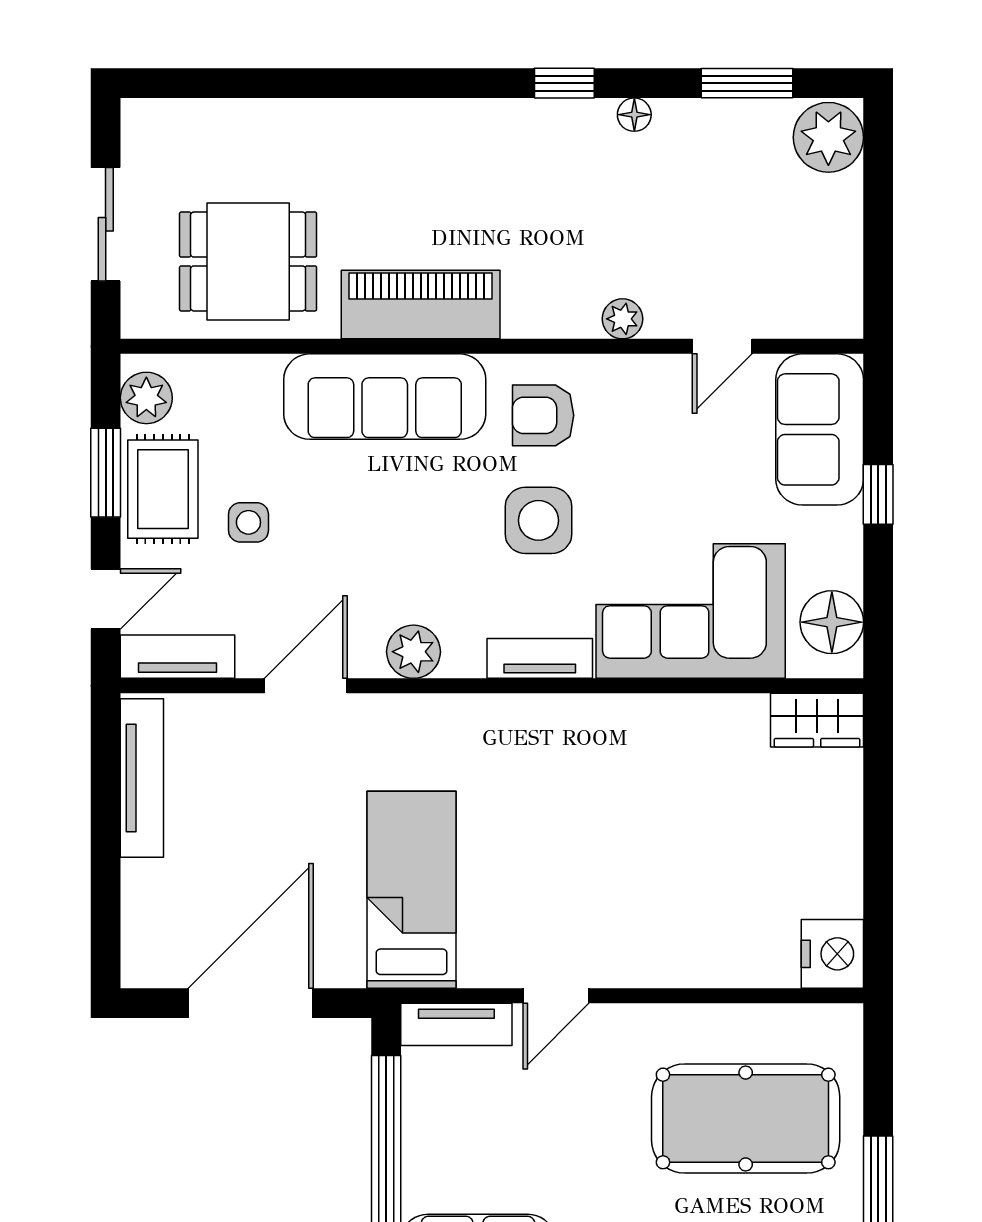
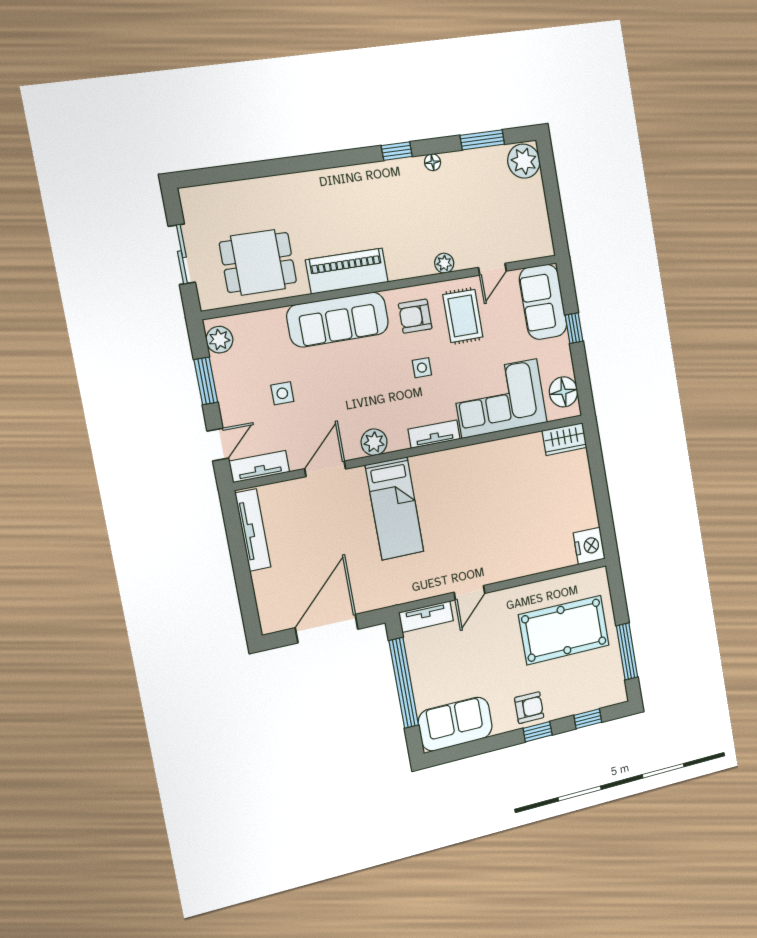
rug: (163, 489) -> (463, 316), moved
side table: (539, 520) -> (422, 368), width x0.54, depth x0.54
bed: (412, 890) -> (395, 508), moved, turned 180

